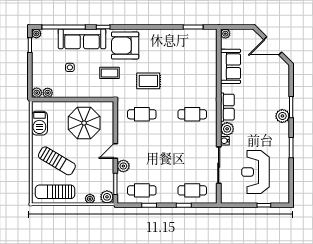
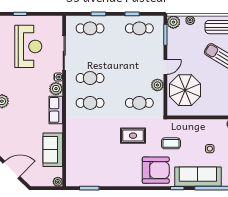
parasol: (84, 123) -> (185, 90), moved
cafe table: (192, 140) -> (90, 78), added
plant: (123, 166) -> (157, 85), moved

